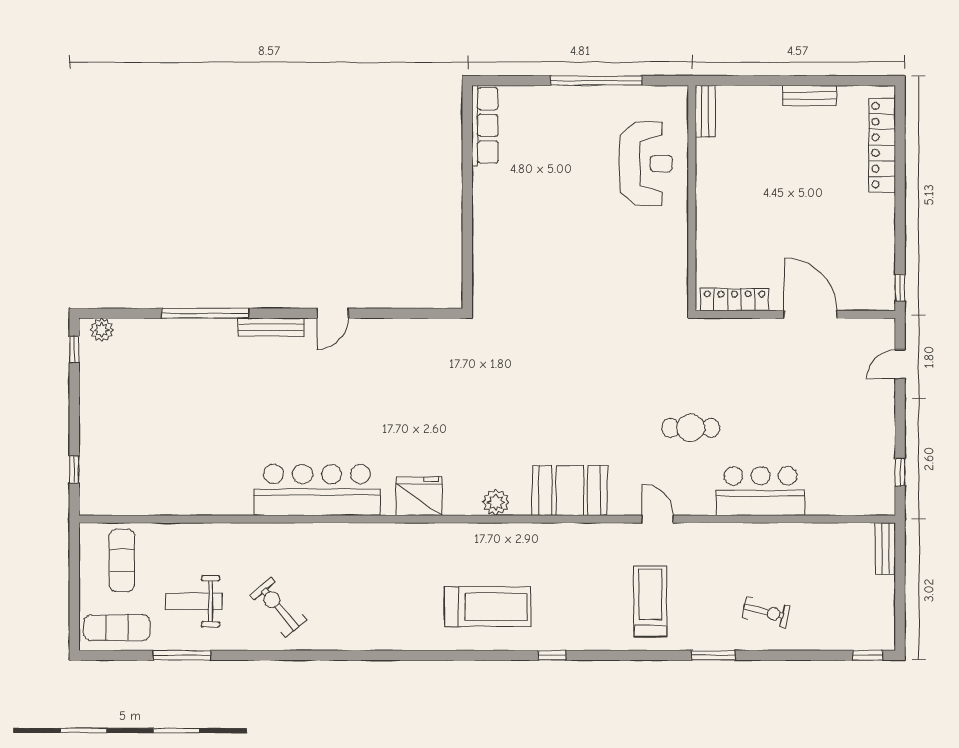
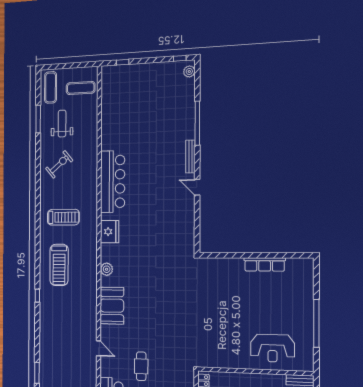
row of seats: (485, 125) -> (265, 264), moved
door: (658, 519) -> (98, 348), hinge flipped
treadmill: (650, 601) -> (63, 217), moved

